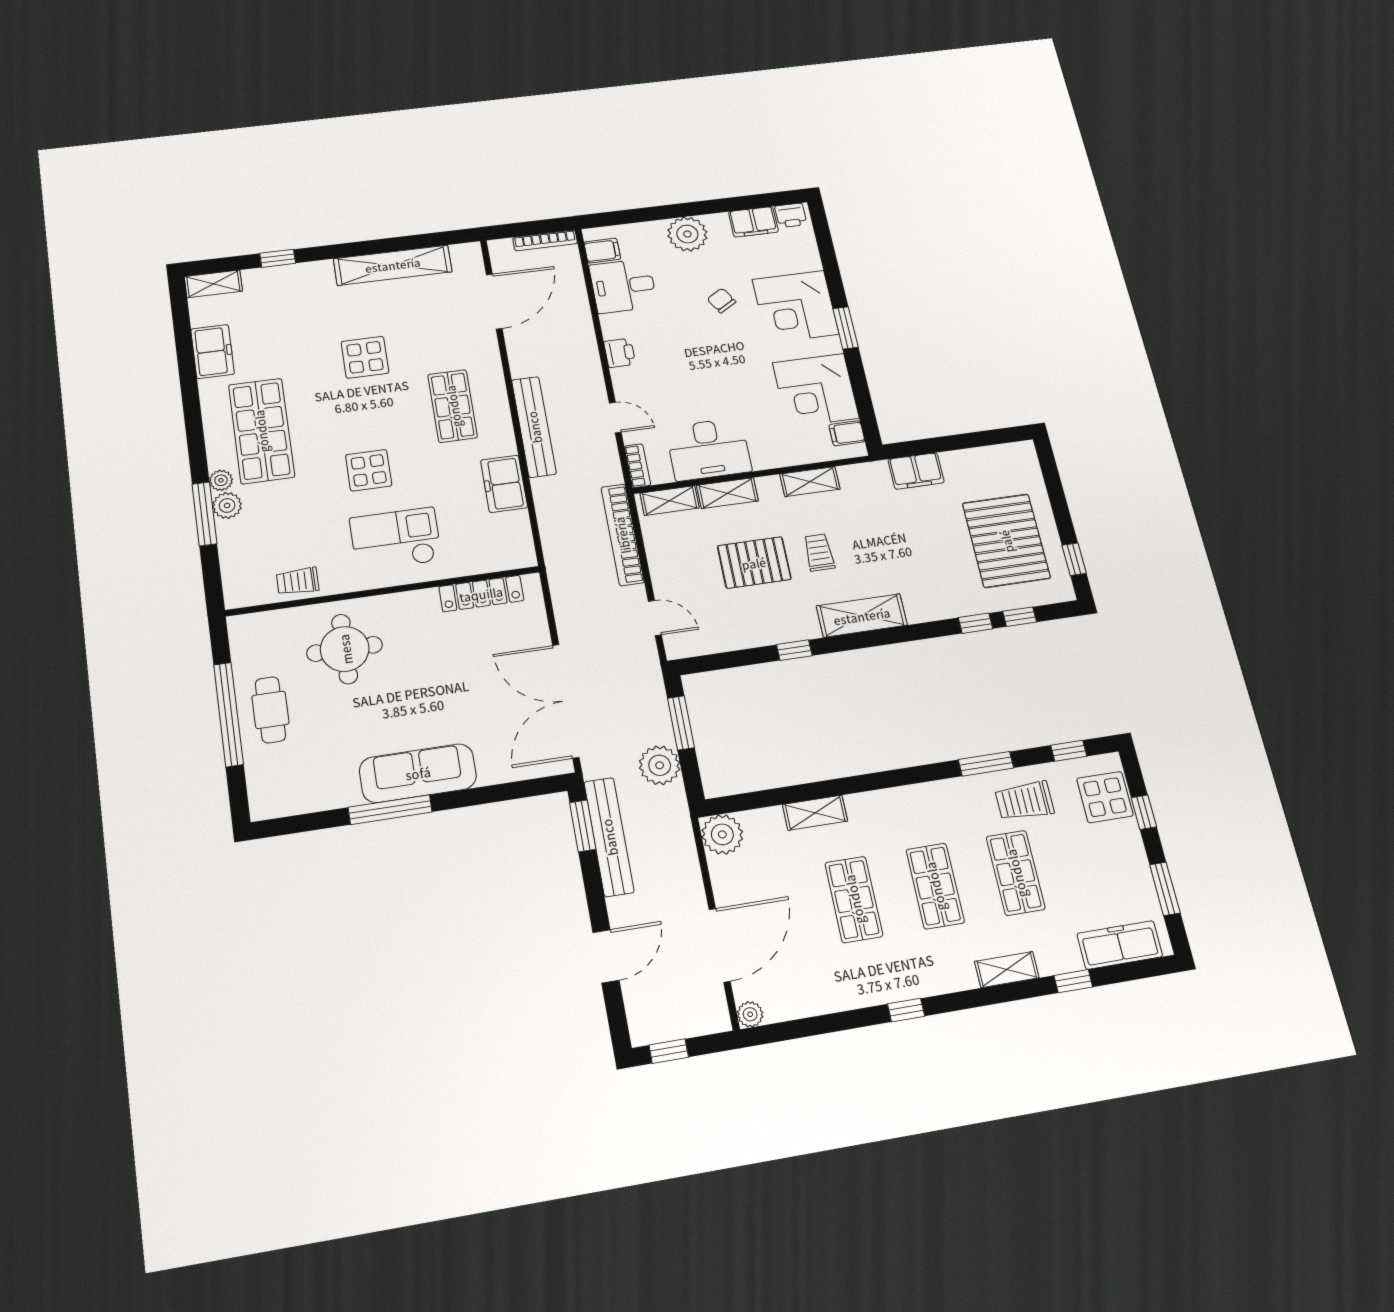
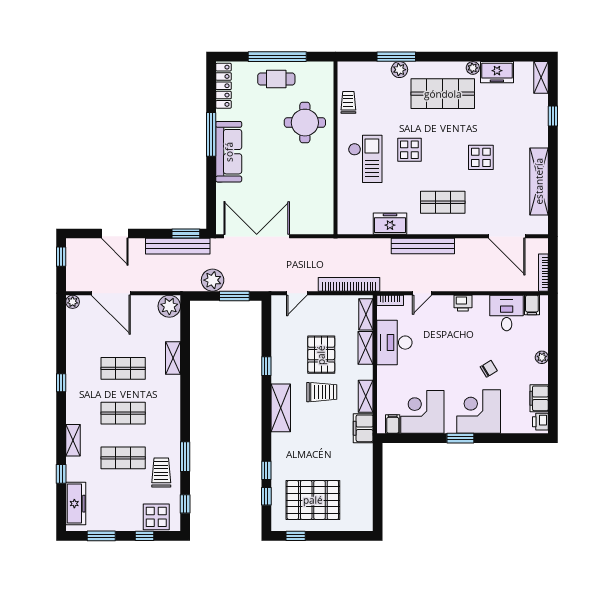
plant: (687, 234) -> (542, 357), width x0.53, depth x0.53
filing cabinet: (916, 471) -> (363, 428), moved
plant: (221, 480) -> (473, 68), moved
trolley: (819, 552) -> (322, 392), width x1.36, depth x1.39
locker: (481, 594) -> (223, 86), moved, turned 180

